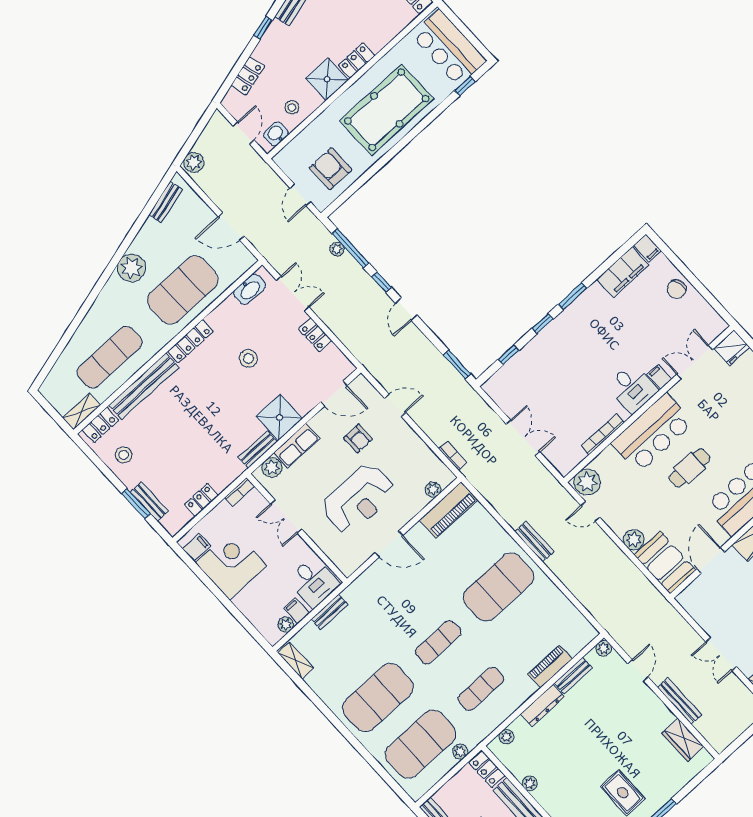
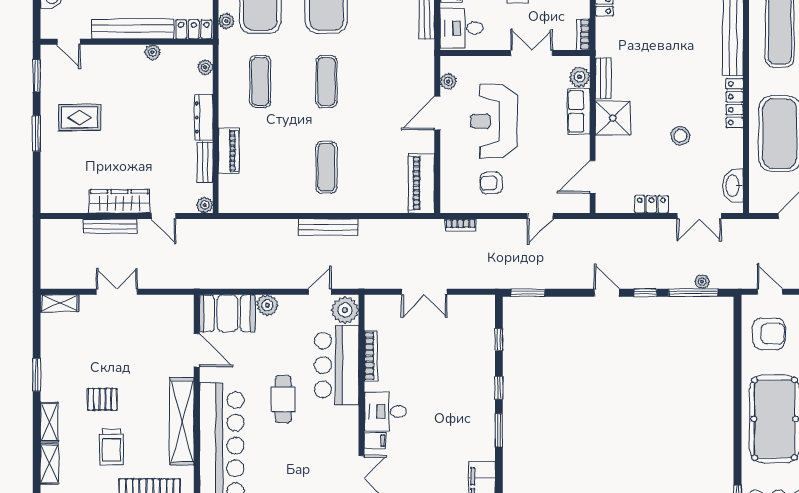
bar counter: (653, 433) -> (337, 365), moved
armchair: (358, 439) -> (491, 183), moved
plant: (433, 489) -> (448, 81), moved
bench: (534, 542) -> (328, 227), width x1.36
exercise mat: (499, 587) -> (326, 167), width x0.50, depth x0.69
wardrobe: (683, 740) -> (119, 201), moved, width x1.50

